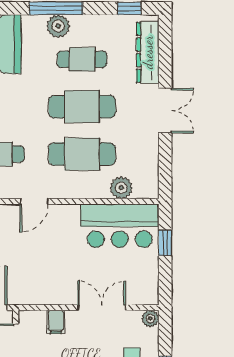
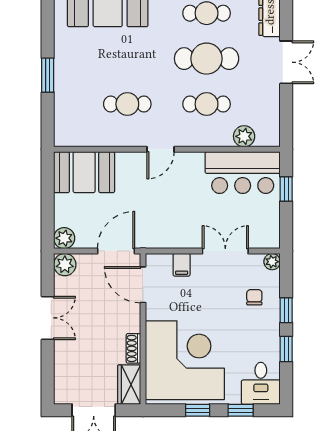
cafe table: (82, 154) -> (207, 104), width x0.73, depth x0.74

